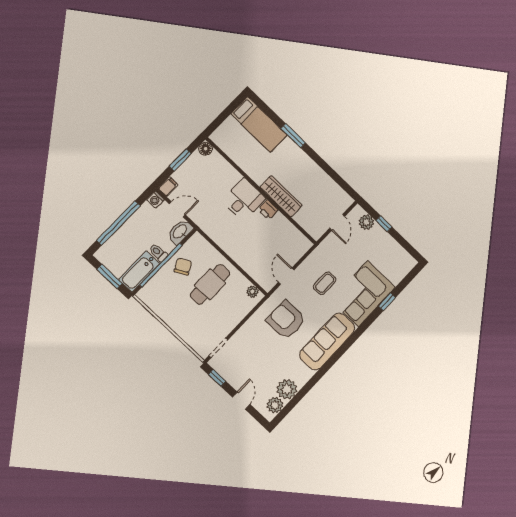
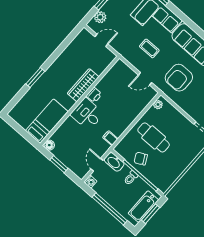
bed: (259, 124) -> (47, 121), moved
filing cabinet: (168, 187) -> (110, 138), moved
bathtub: (139, 271) -> (143, 207), moved, turned 90

